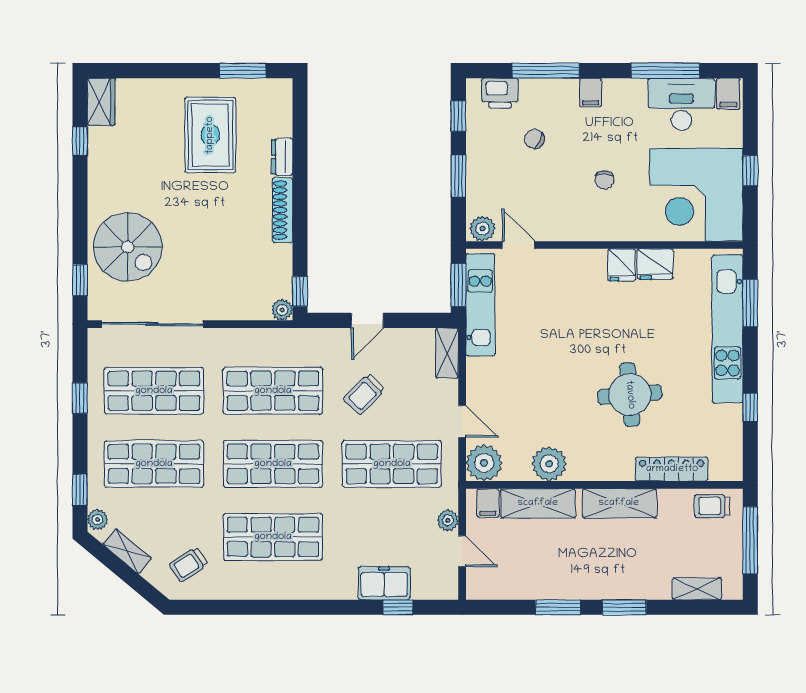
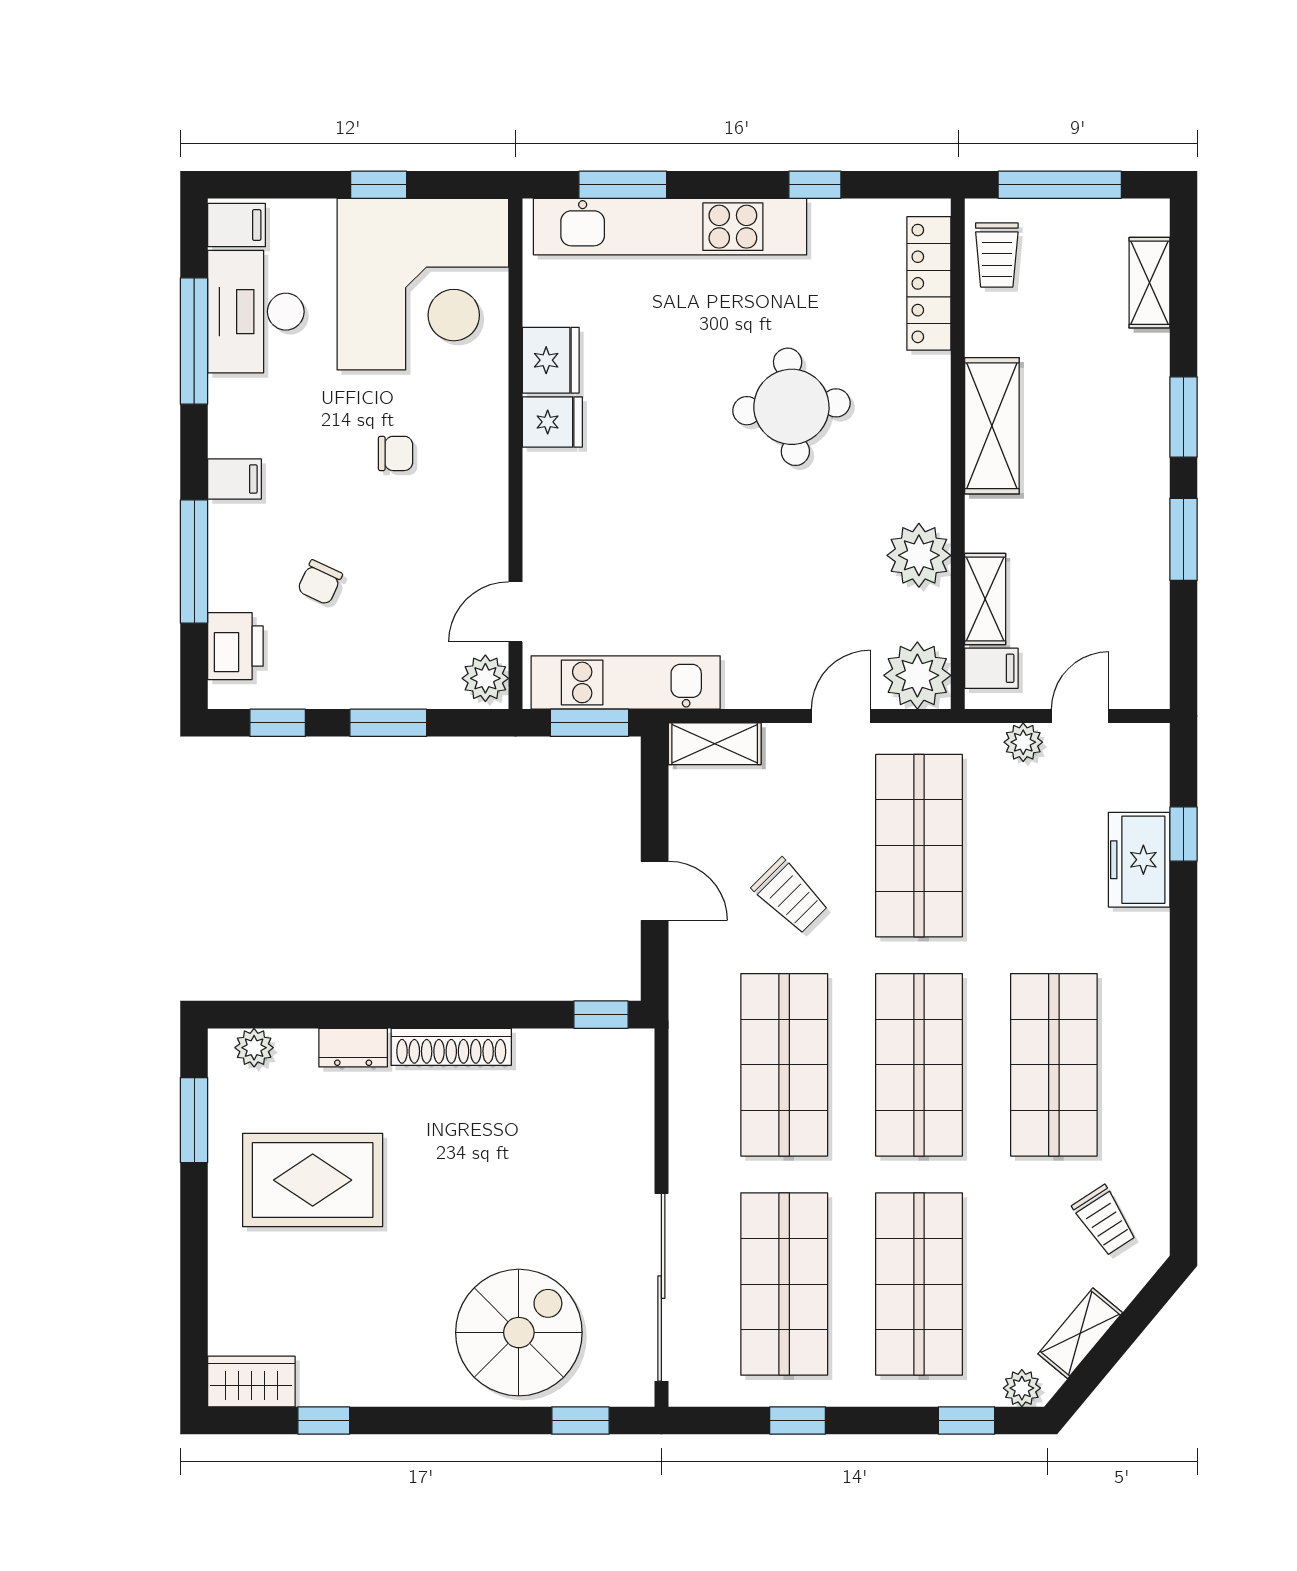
plant: (282, 310) -> (254, 1048), moved
locker: (672, 469) -> (929, 283), moved
shelving: (538, 503) -> (985, 599), width x0.67, depth x0.75

